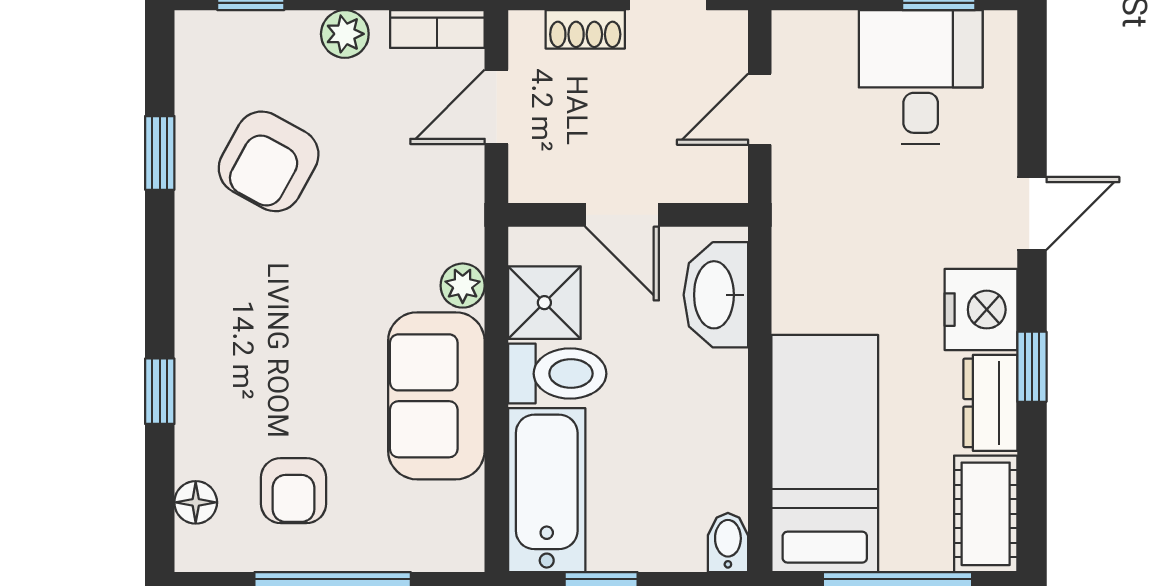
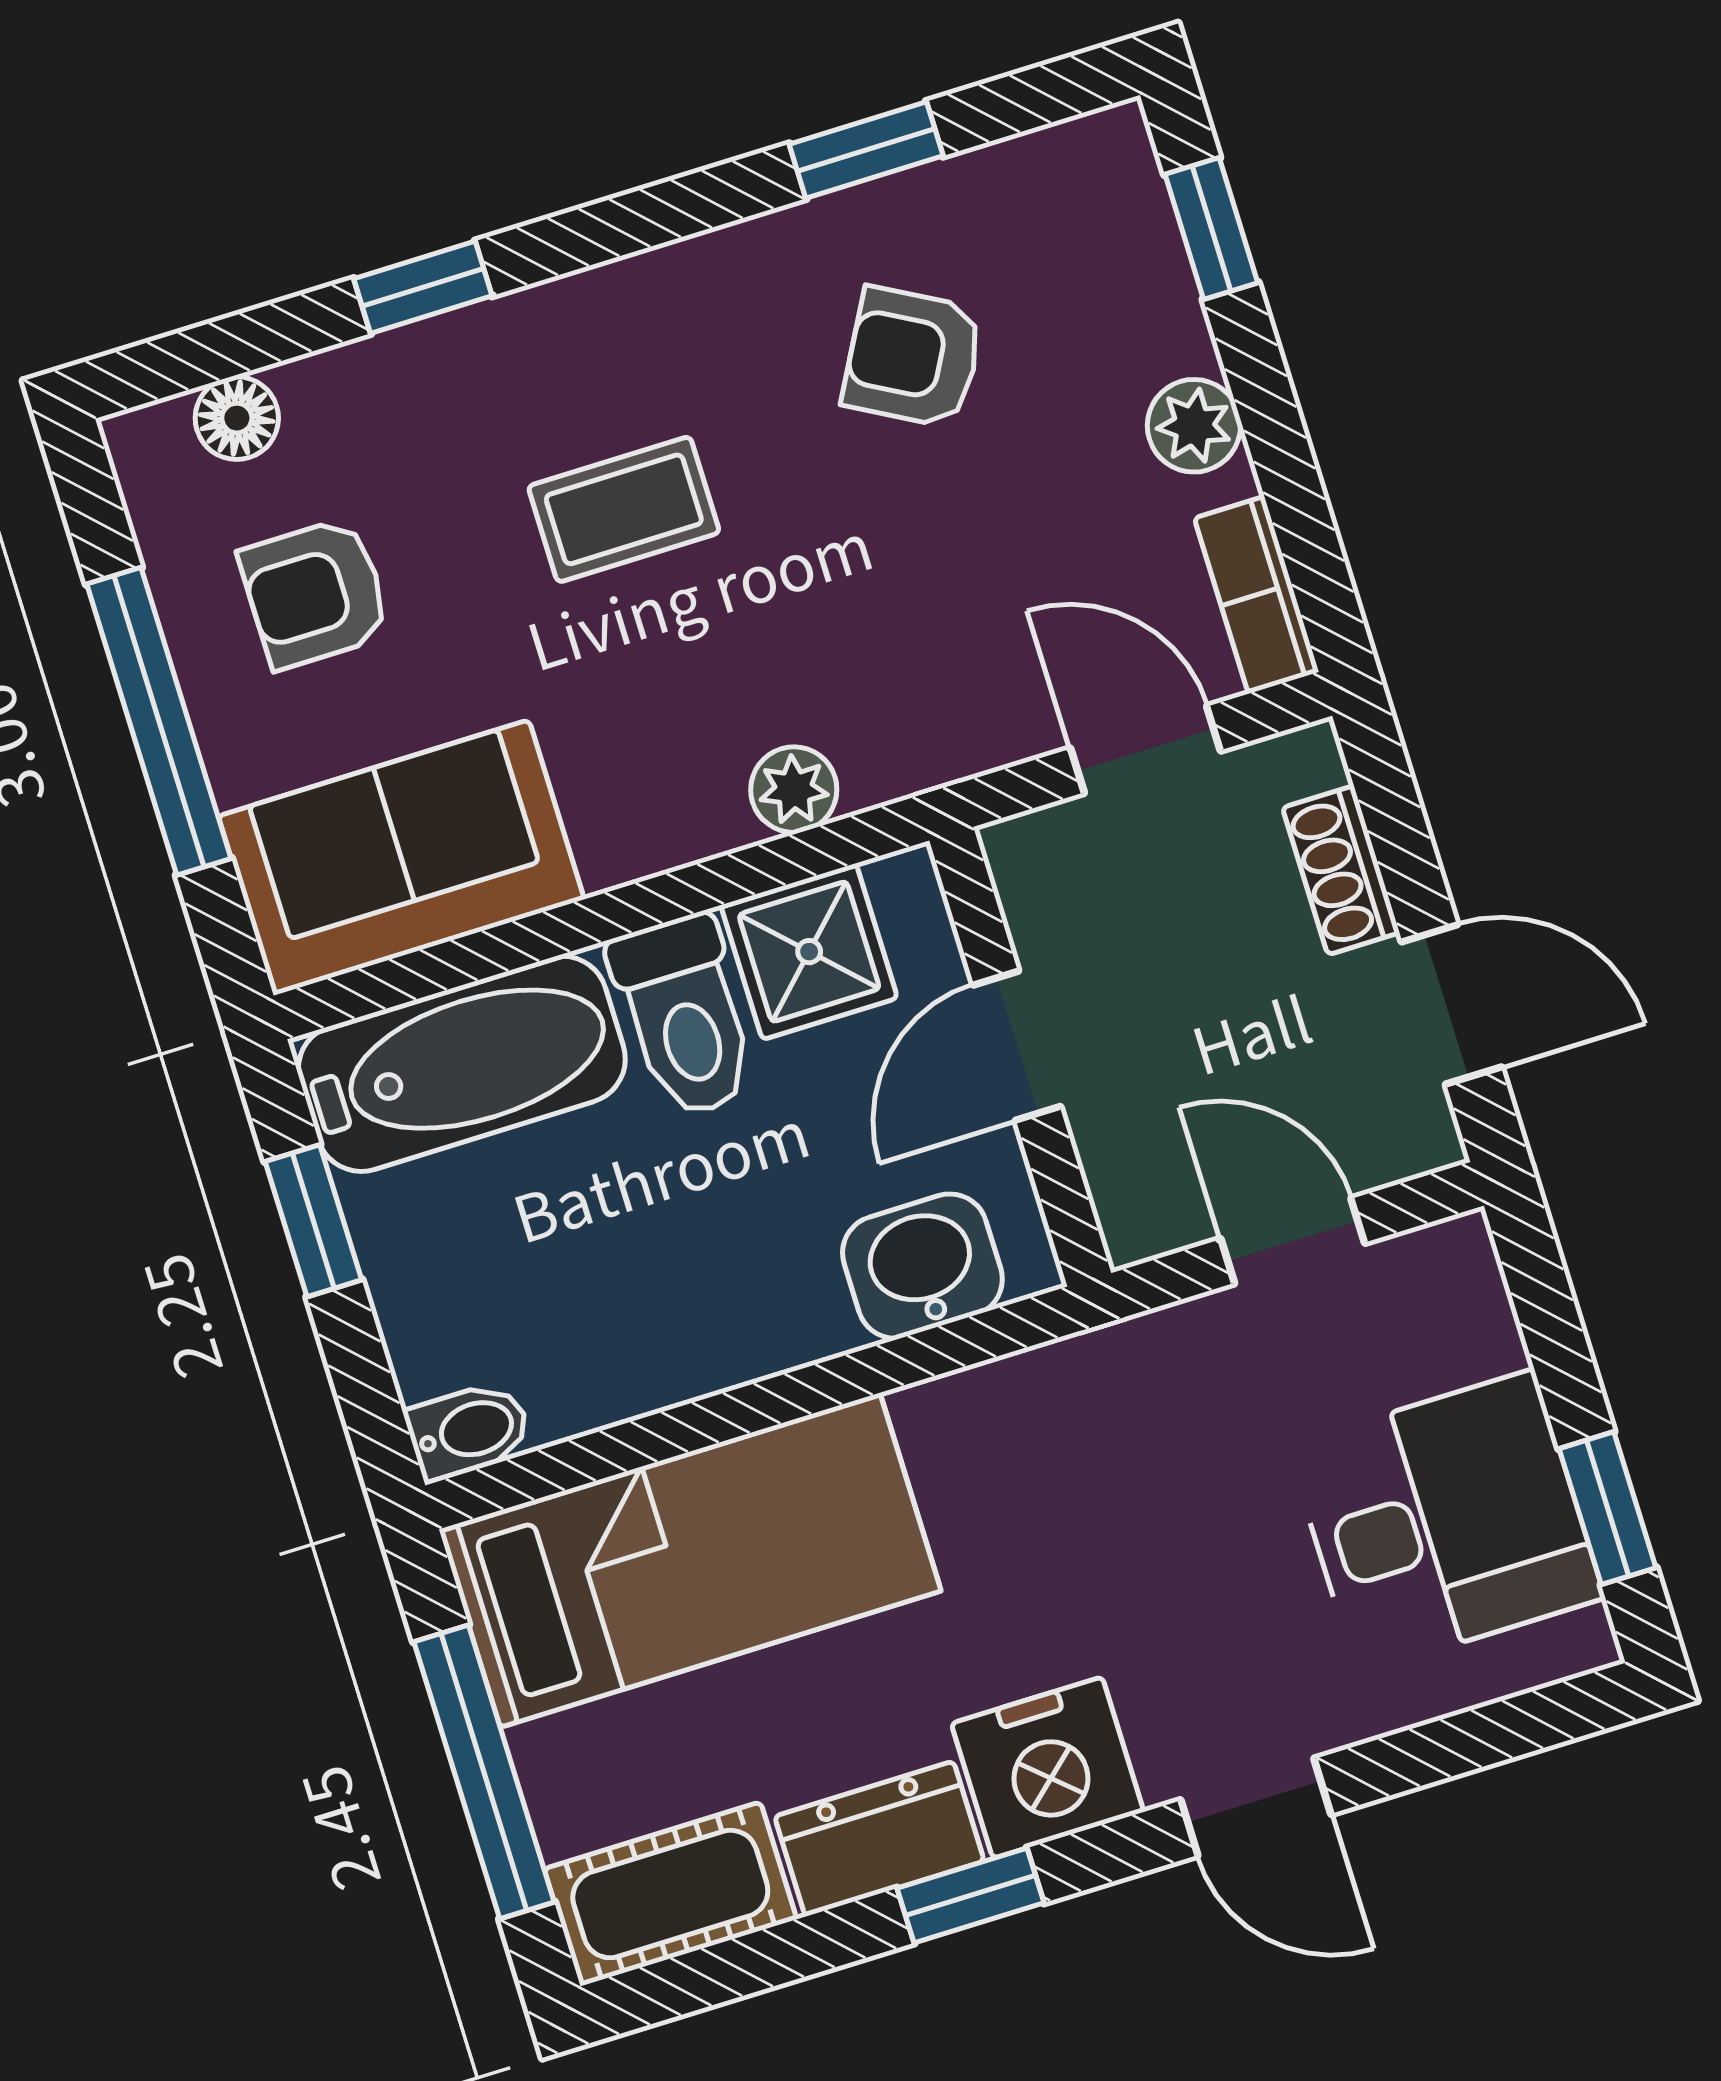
armchair: (269, 161) -> (913, 357), width x0.72, depth x0.72
washbasin: (716, 295) -> (922, 1266), width x0.72
coffee table: (299, 326) -> (624, 509), added
sofa: (436, 396) -> (401, 858), moved

